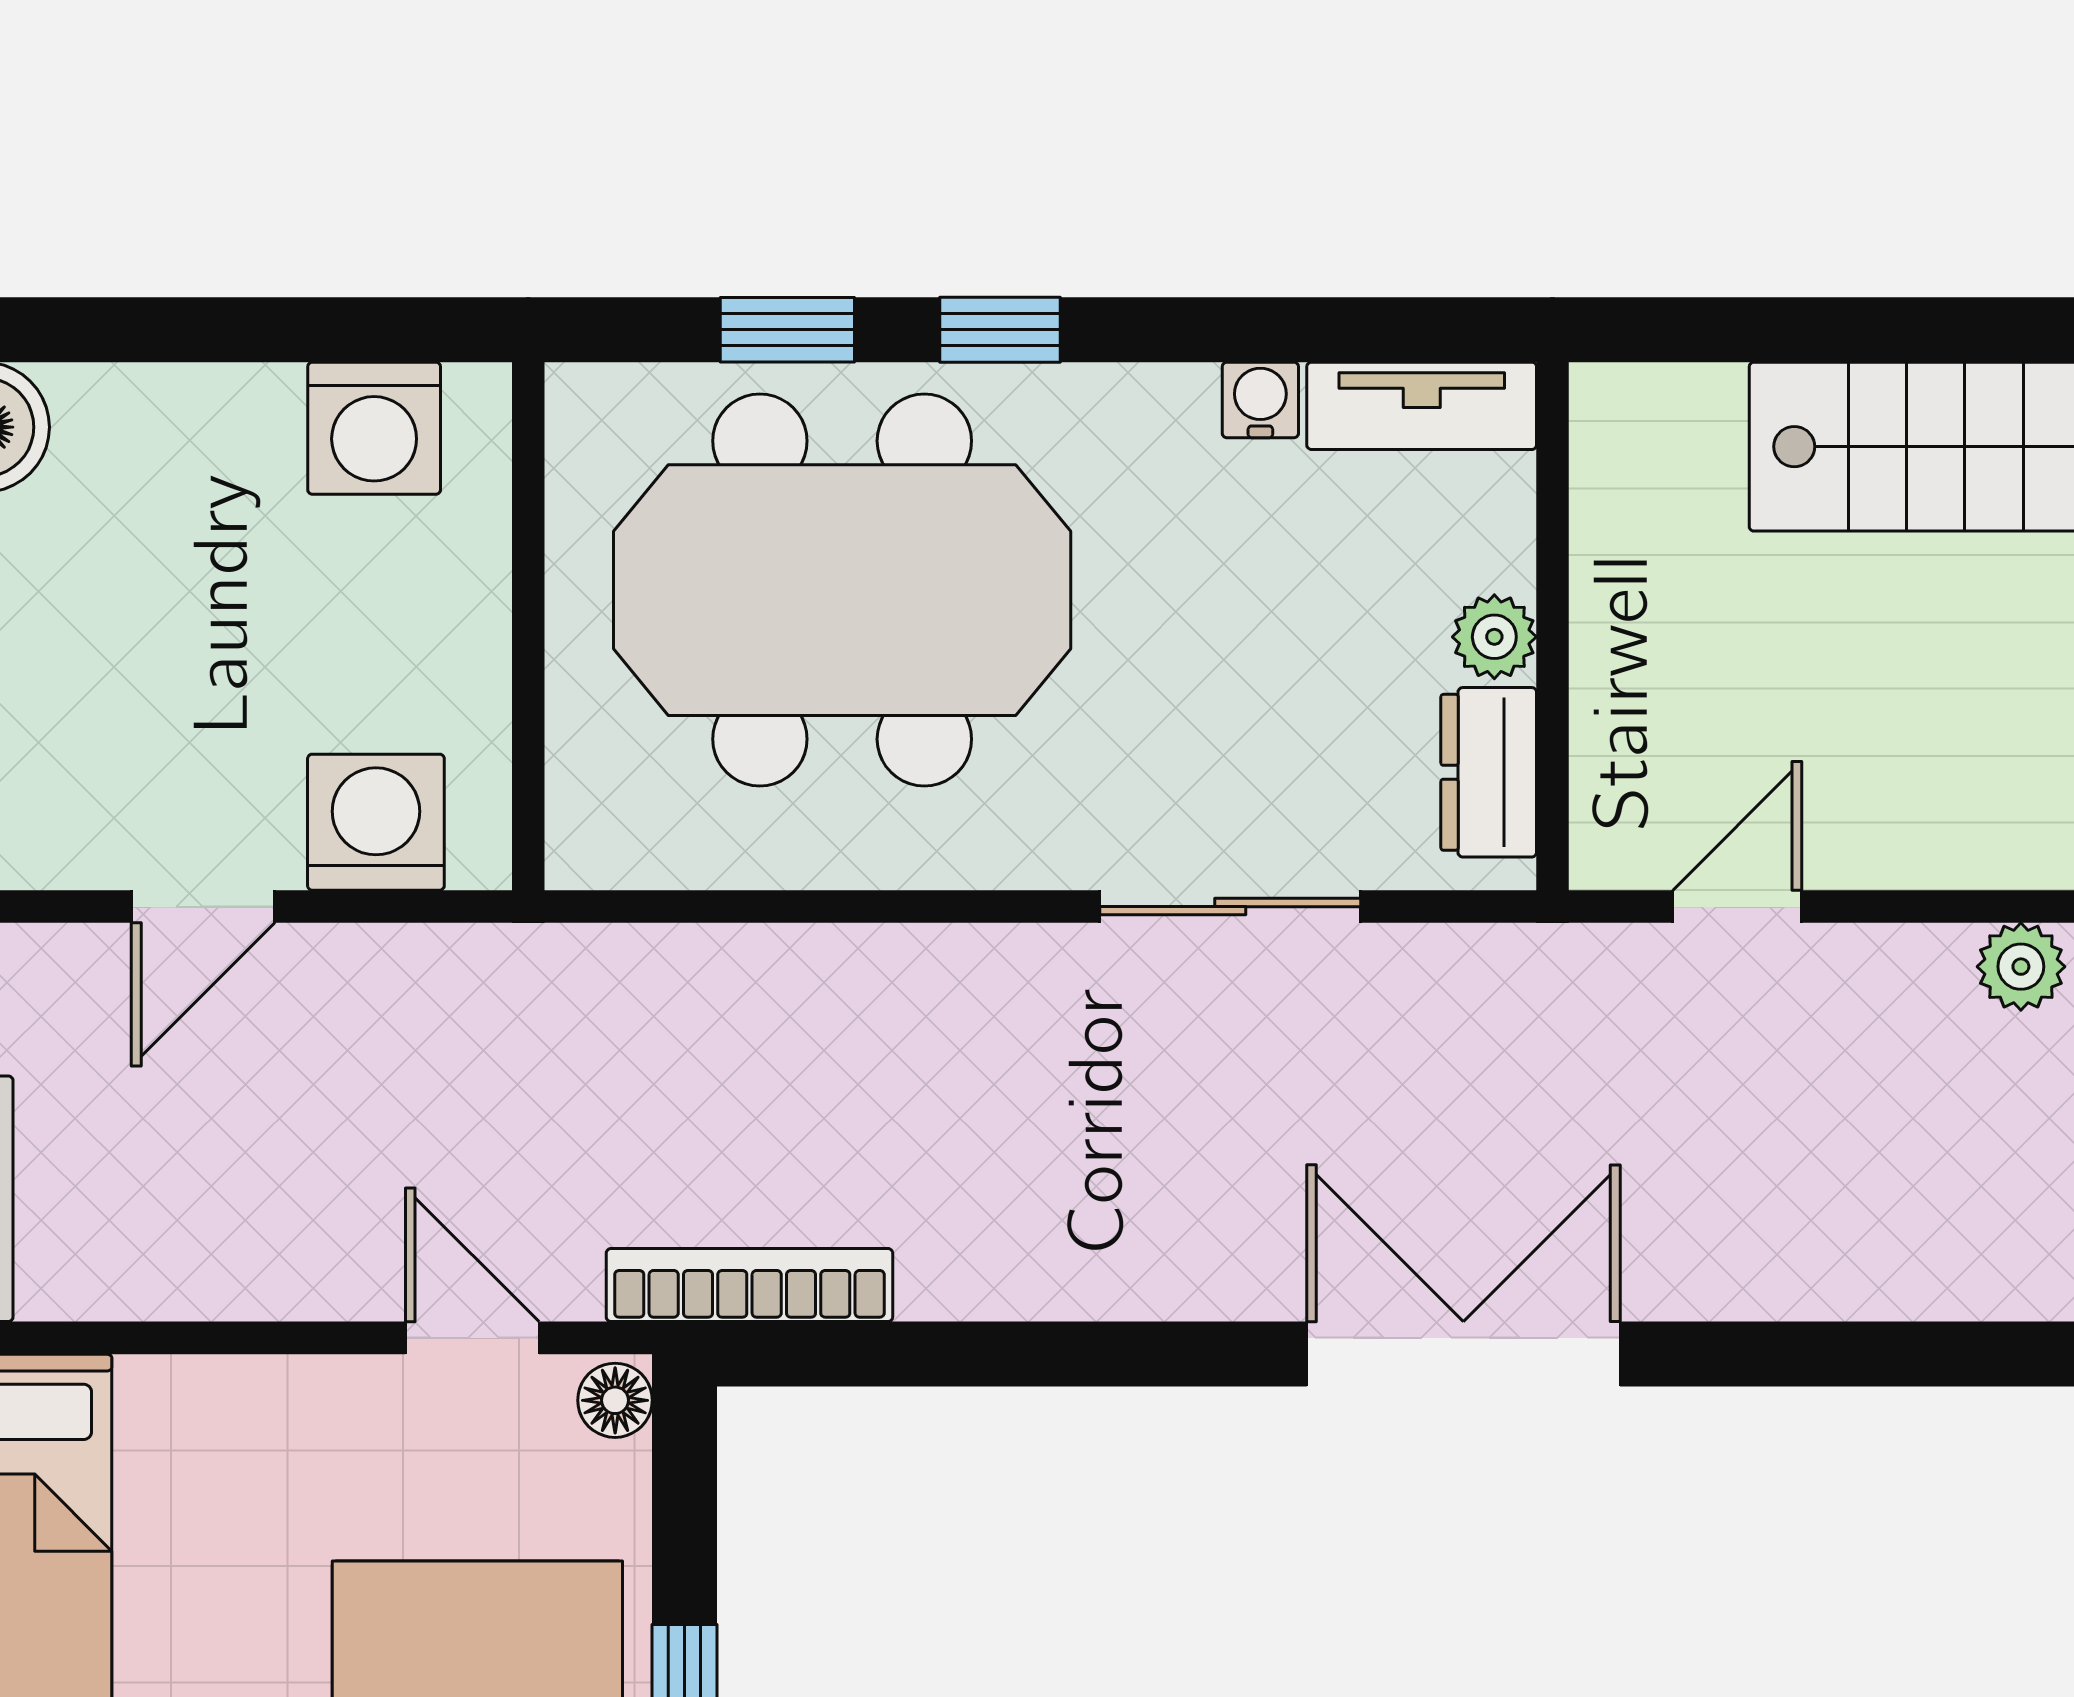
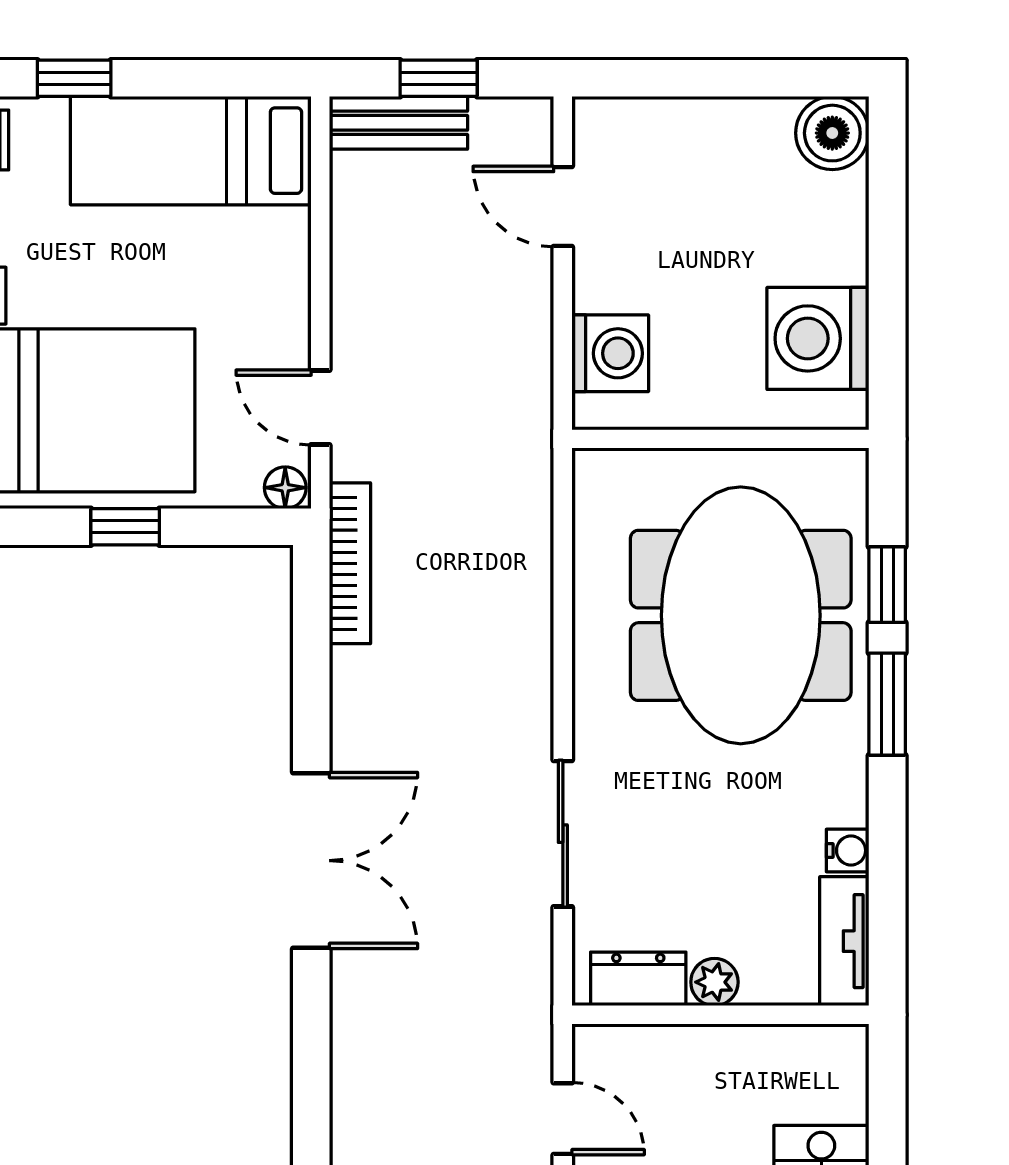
window: (1000, 330) -> (887, 704), width x1.50
washing machine: (374, 428) -> (818, 338), width x1.37, depth x1.37
door: (203, 907) -> (563, 206), moved
door: (472, 1338) -> (320, 407), swing flipped
double door: (1463, 1354) -> (311, 861), moved

